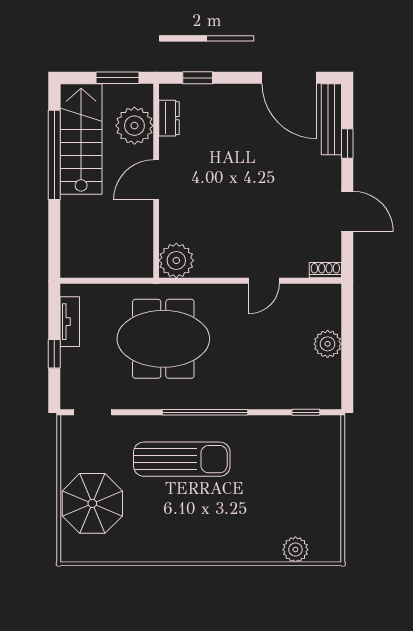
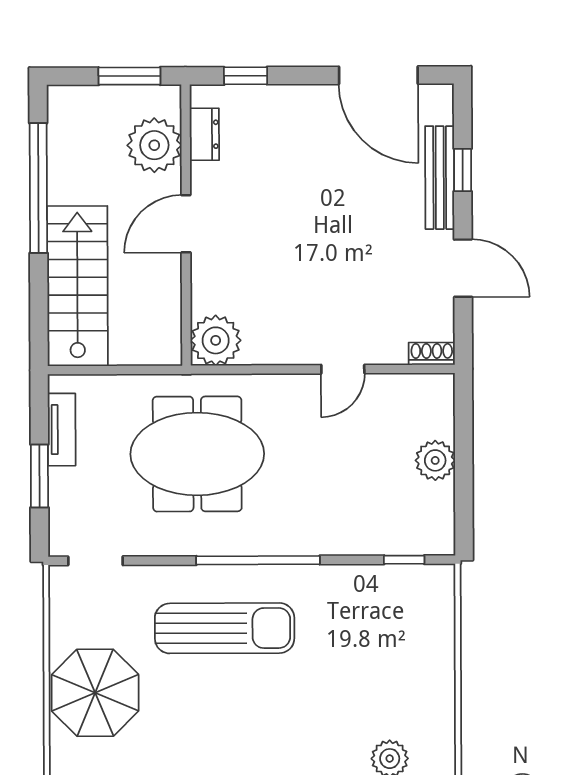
bench: (331, 119) -> (440, 178), moved
stairs: (81, 139) -> (77, 286), moved
window: (54, 354) -> (39, 476), width x1.50

